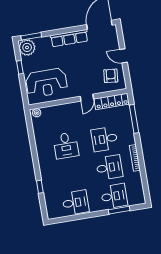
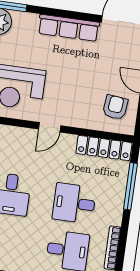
door: (87, 98) -> (50, 127), moved

